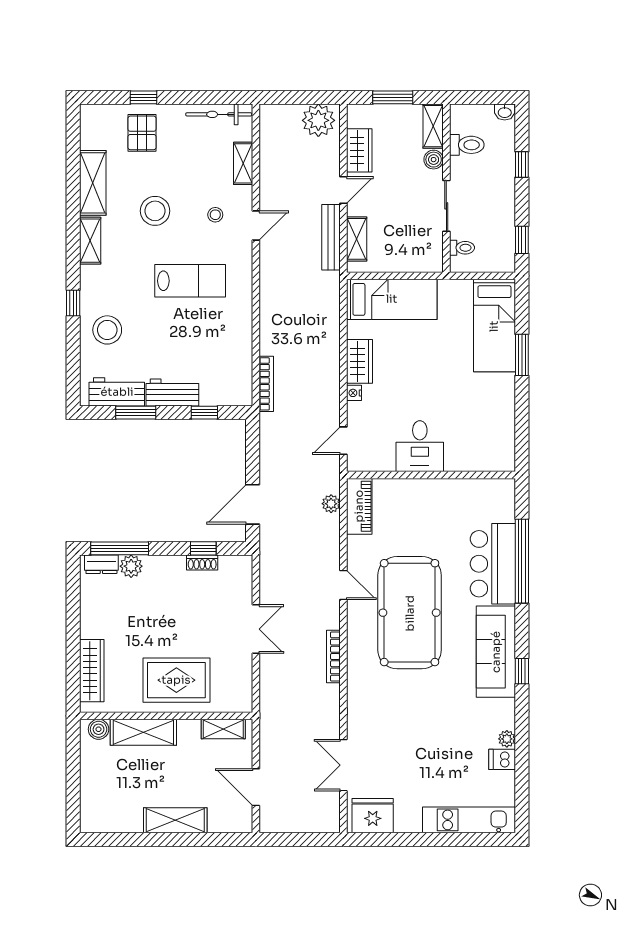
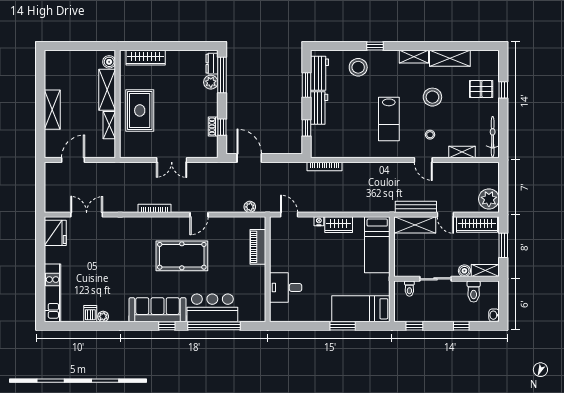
wardrobe: (359, 150) -> (477, 225), width x1.50
shelving: (357, 239) -> (415, 225), width x1.50, depth x1.33
desk: (420, 446) -> (286, 287), moved
piano: (359, 506) -> (258, 247), moved, turned 90
pool table: (410, 613) -> (182, 256), width x0.73, depth x0.76
window: (522, 671) -> (167, 326), moved
shelving: (223, 729) -> (109, 125), moved

